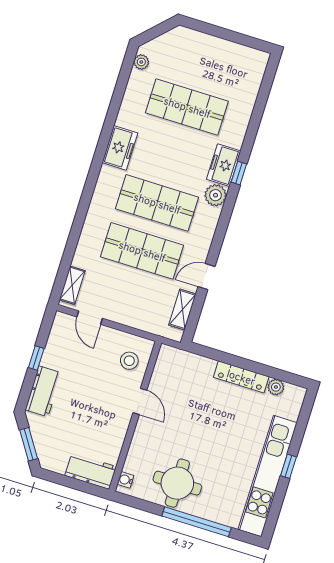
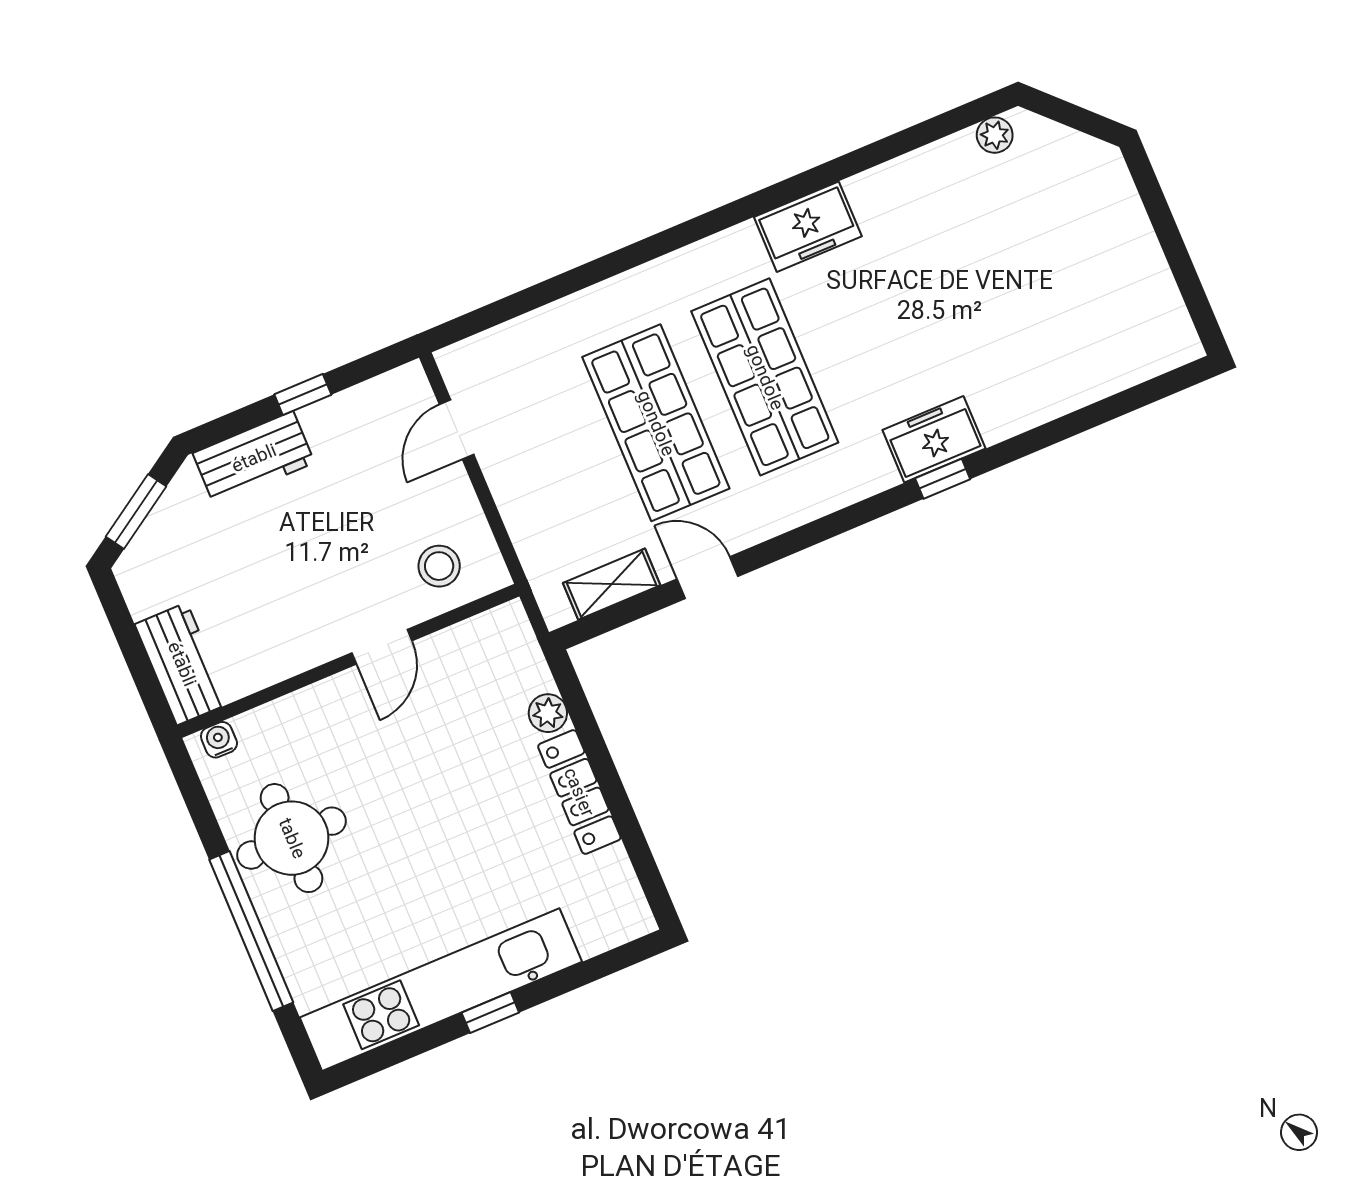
shop shelf: (187, 107) -> (983, 285), removed
plant: (215, 195) -> (868, 470), removed
shelving: (72, 285) -> (488, 349), removed
plant: (276, 387) -> (548, 713), moved

